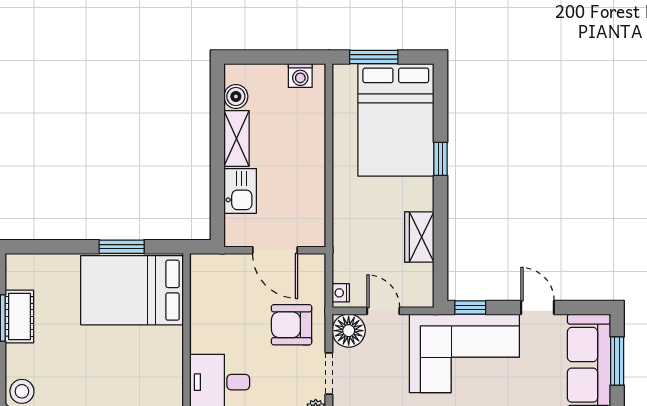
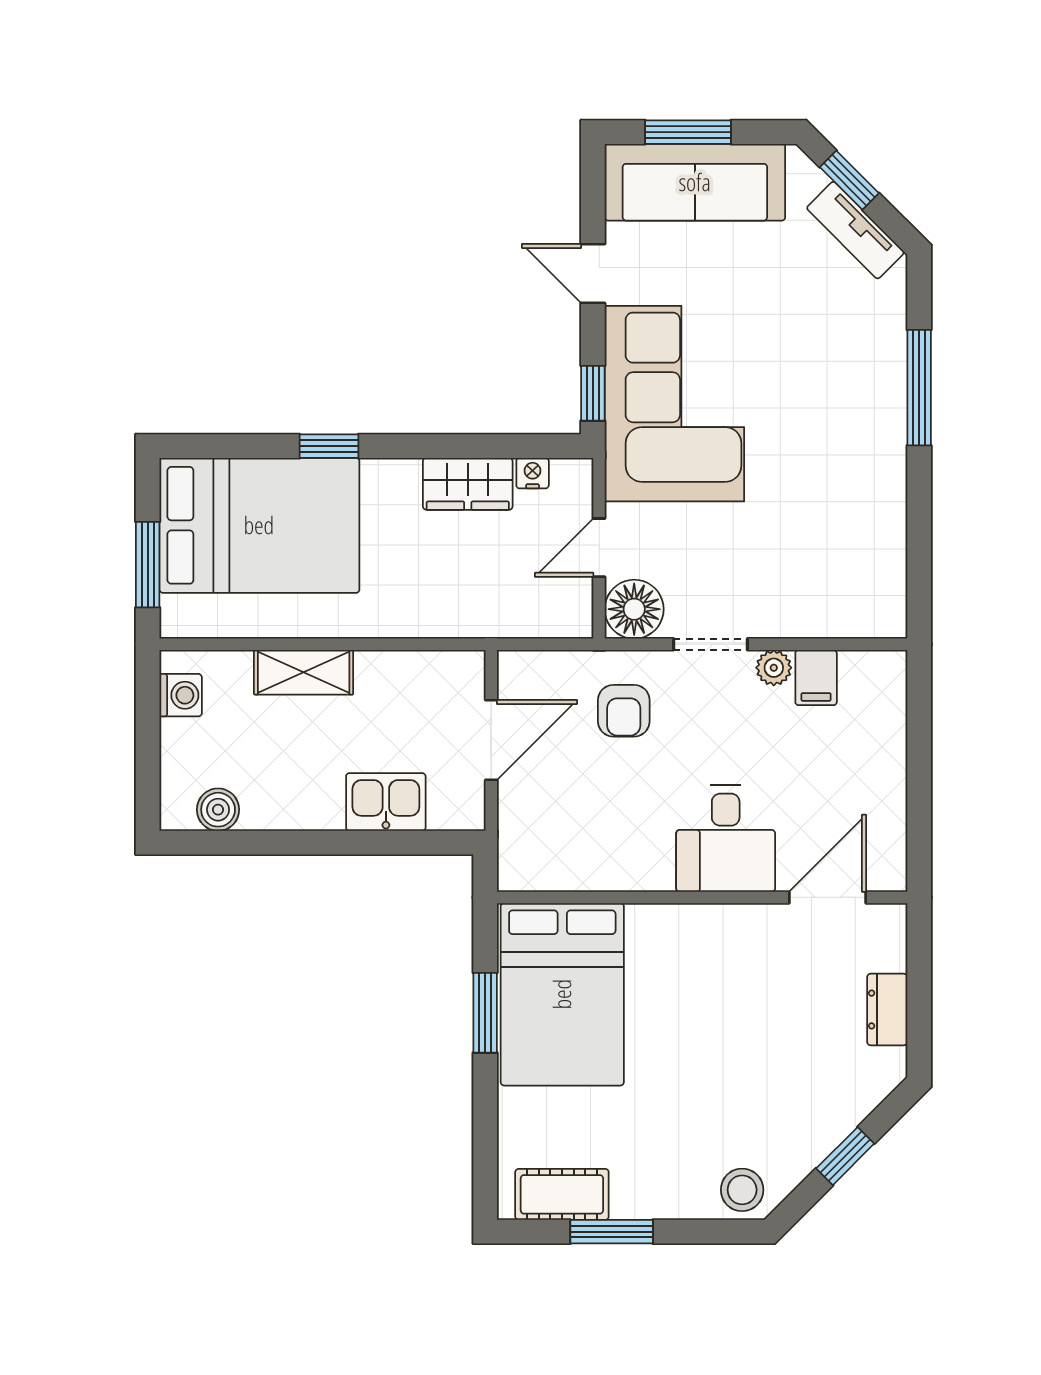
shelving: (237, 138) -> (304, 672), moved
nightstand: (341, 293) -> (533, 473), moved, turned 180
door: (538, 307) -> (593, 274), hinge flipped
cot: (19, 316) -> (562, 1194), moved
armchair: (292, 325) -> (624, 711), width x0.72, depth x0.72

